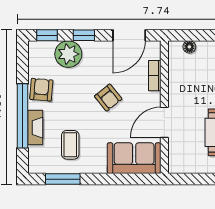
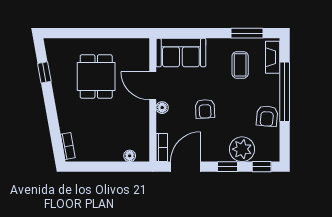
bookcase: (155, 76) -> (162, 148), moved
armchair: (108, 98) -> (205, 109), turned -144
floor lamp: (154, 99) -> (162, 108), added
door: (164, 122) -> (153, 86), swing flipped
fireplace: (35, 128) -> (273, 57), moved

